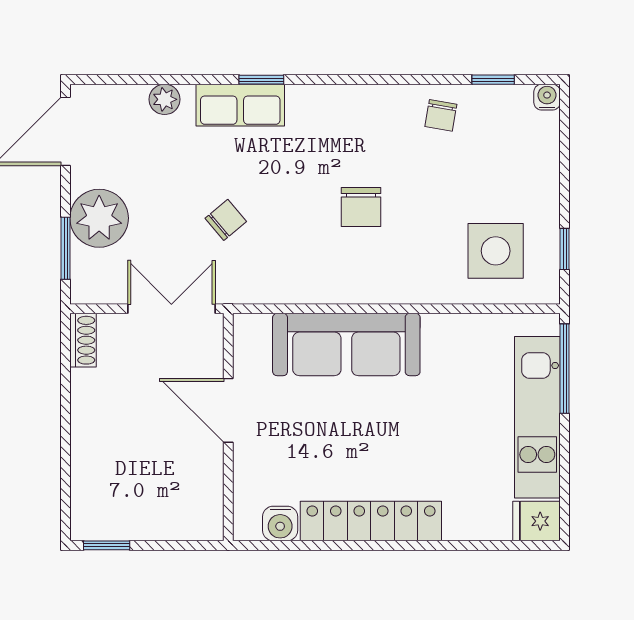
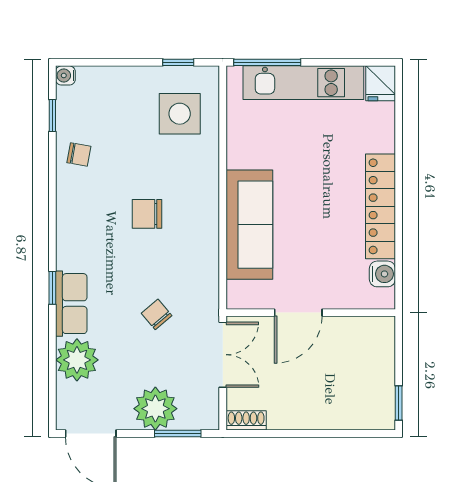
plant: (165, 99) -> (77, 360), width x1.88, depth x1.88
chair: (361, 207) -> (147, 214), turned 180
double door: (171, 309) -> (223, 355), swing flipped

